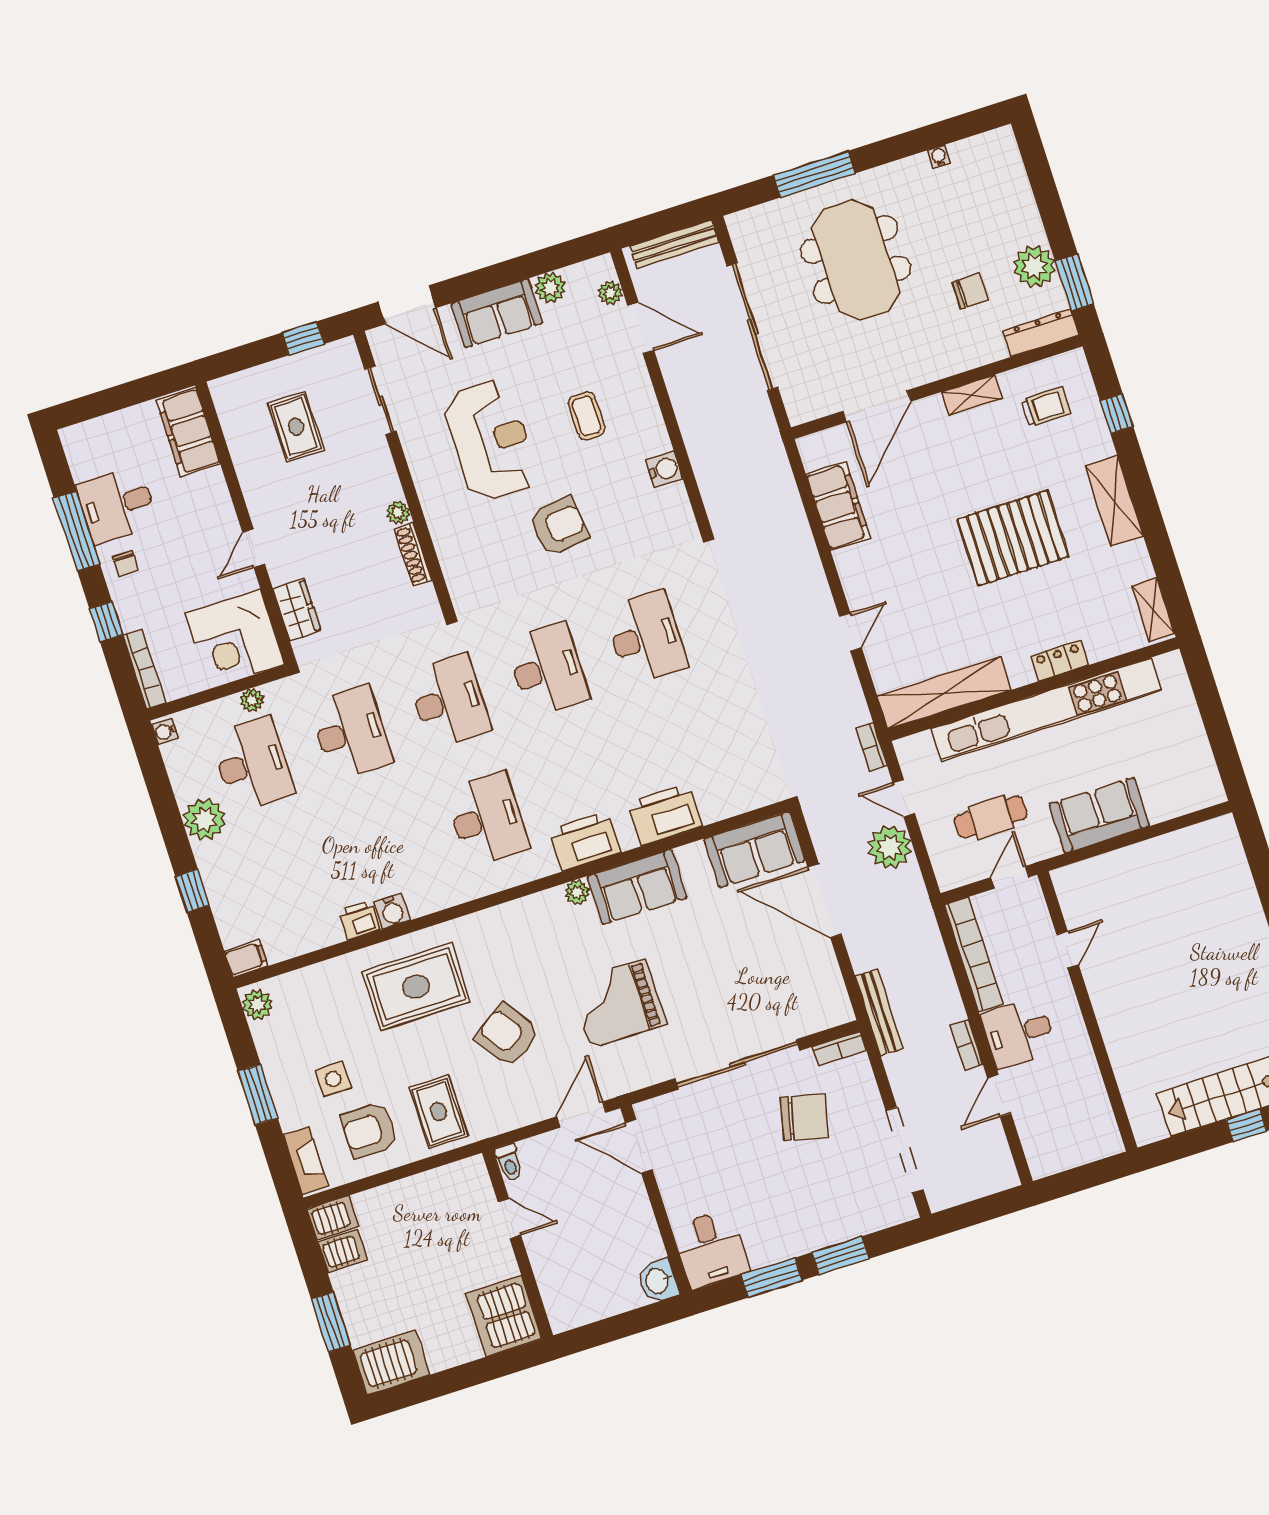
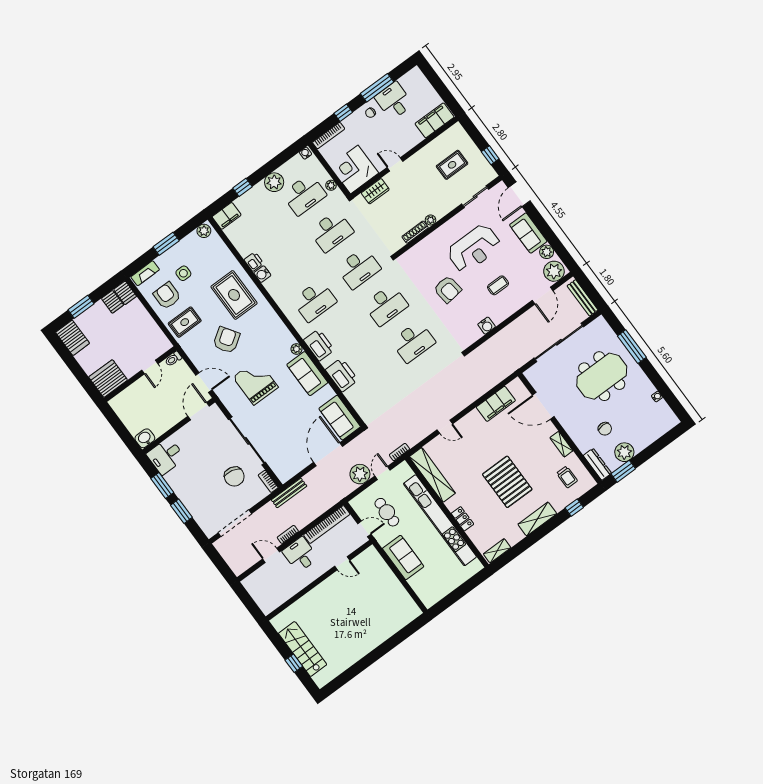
plant: (610, 293) -> (554, 271), width x1.88, depth x1.88
filing cabinet: (246, 958) -> (227, 216), width x2.00

